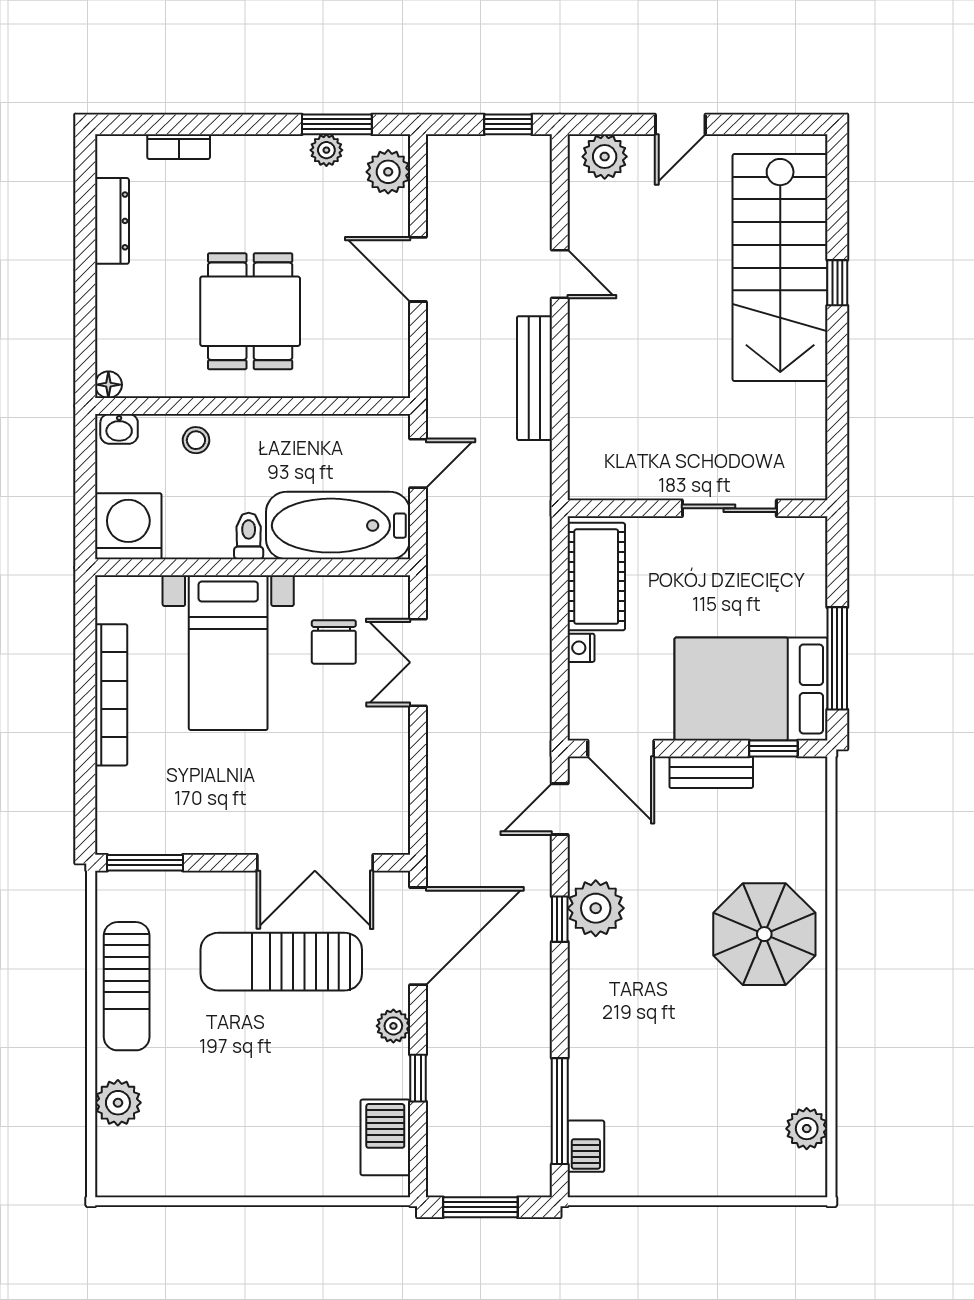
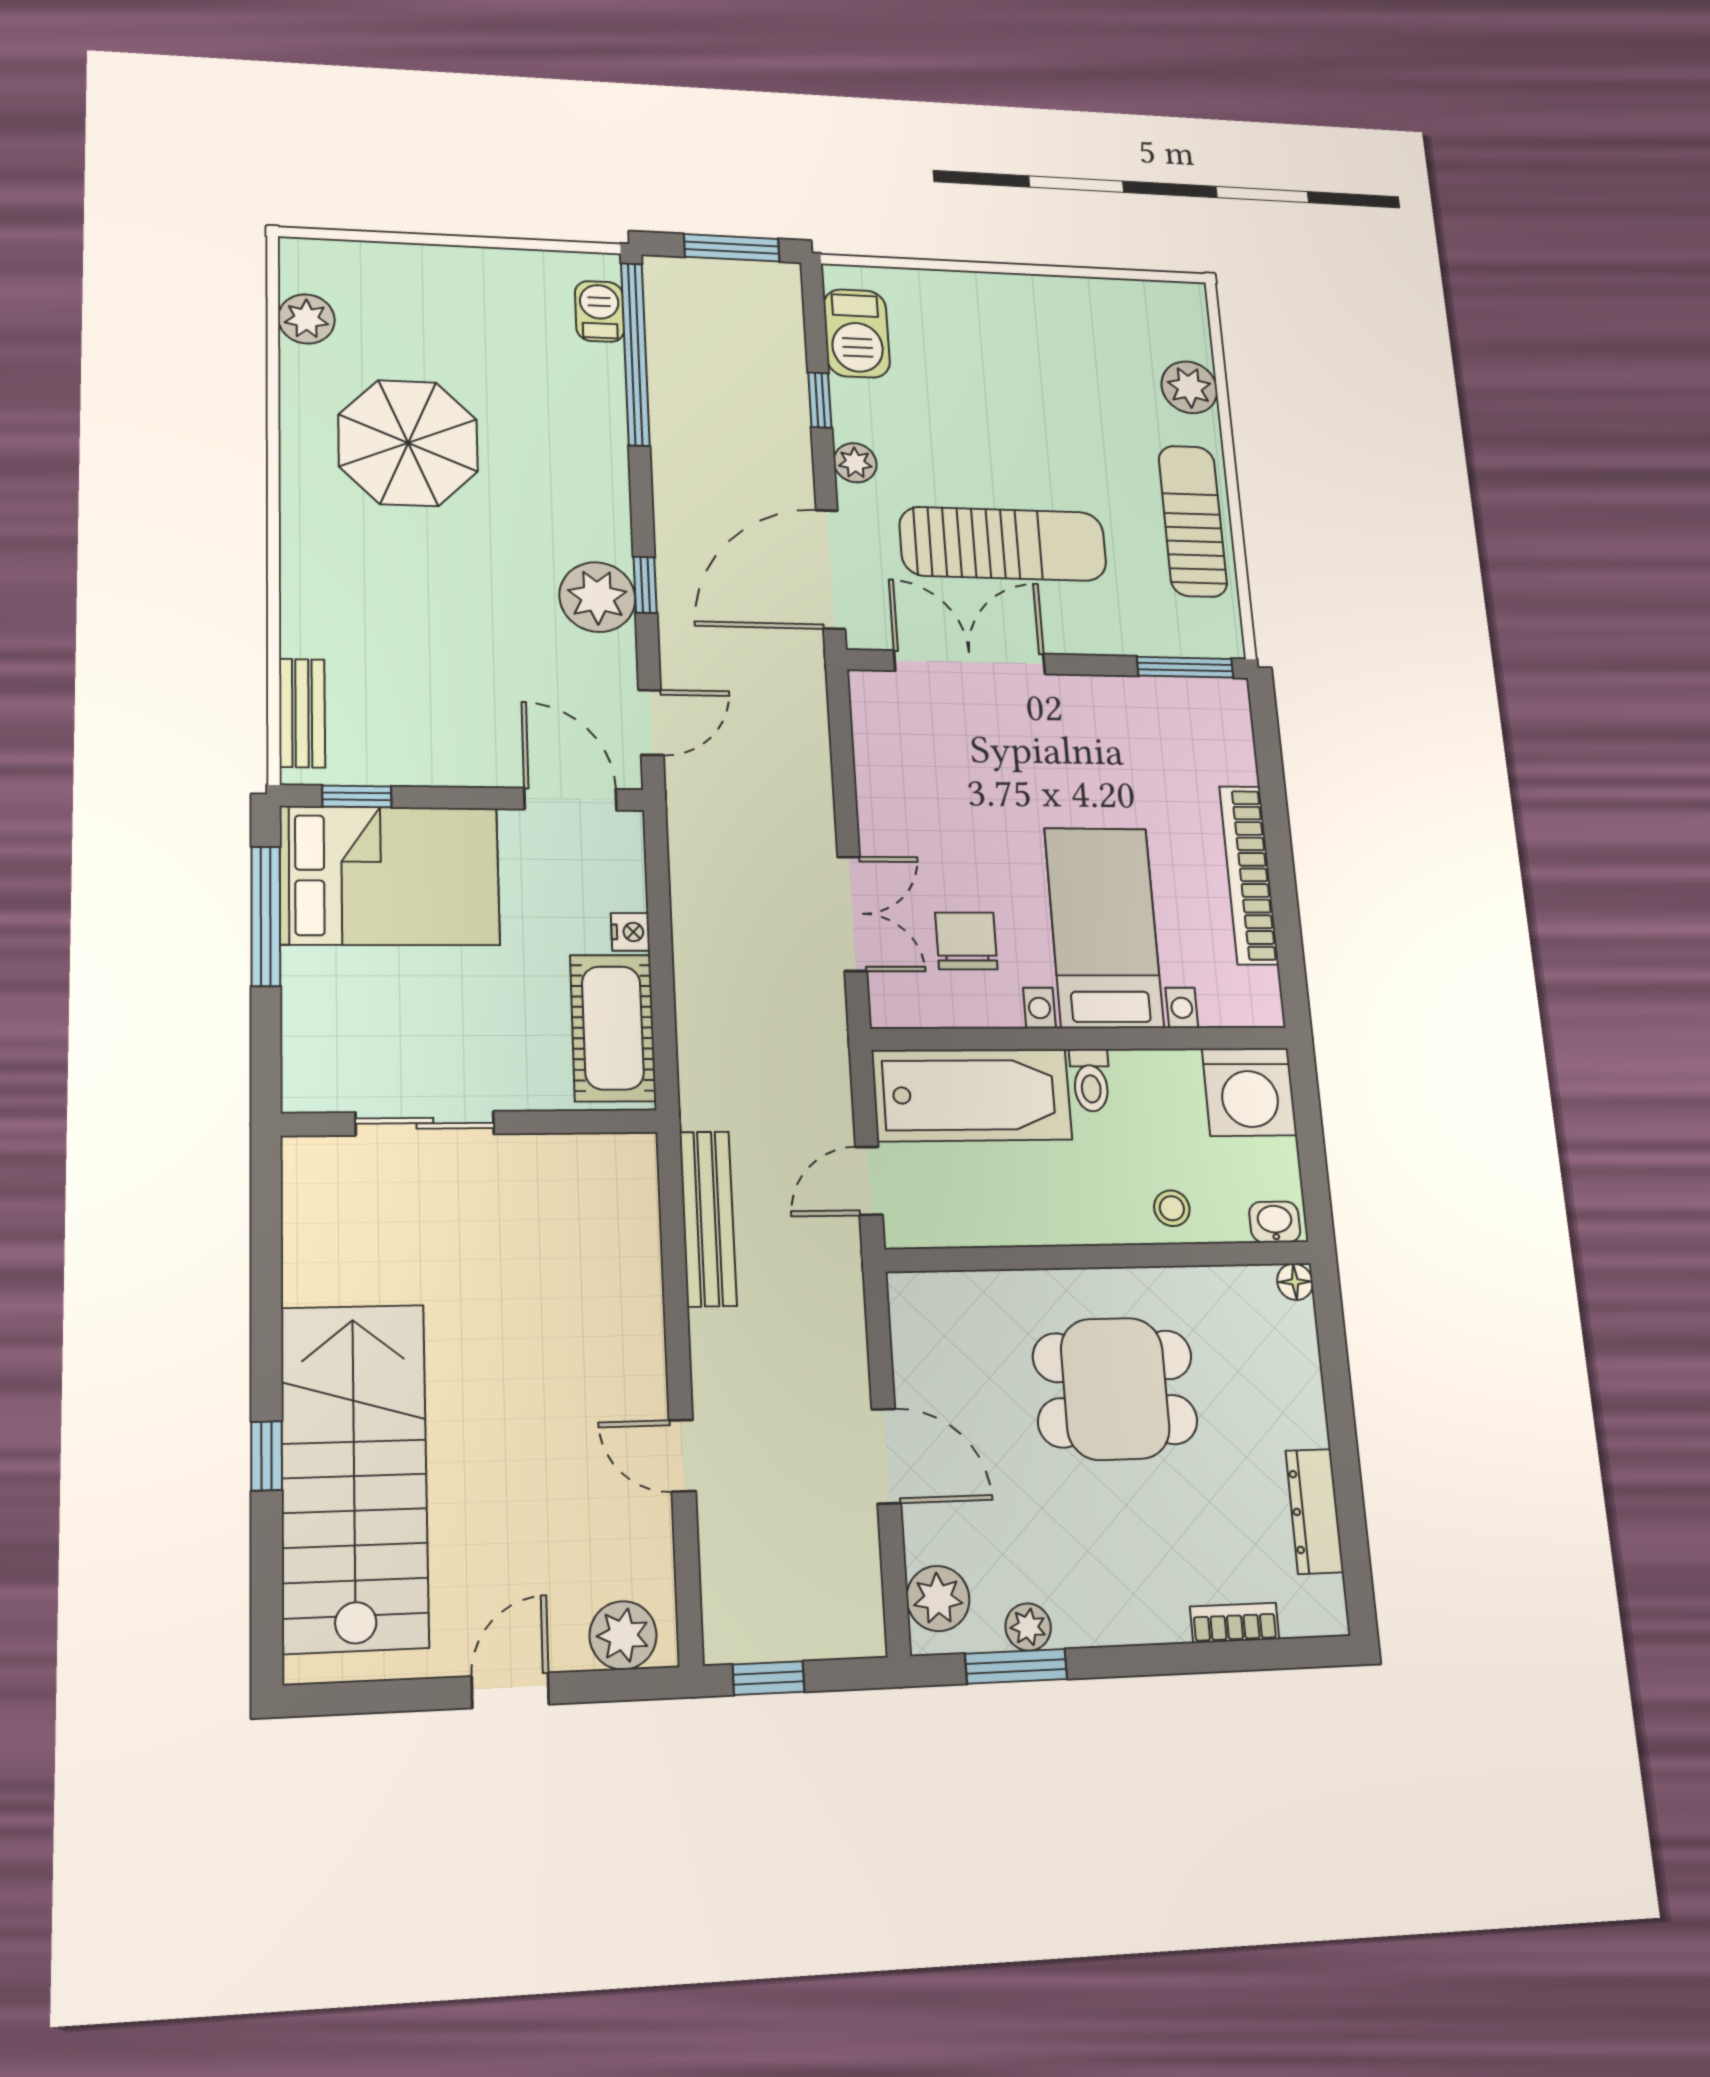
dining table: (250, 311) -> (1115, 1389), turned 90
bench: (534, 378) -> (708, 1218), moved
bench: (711, 772) -> (302, 713), moved, turned 90
parasol: (764, 934) -> (408, 443), moved
window: (560, 1111) -> (635, 354), width x1.46

